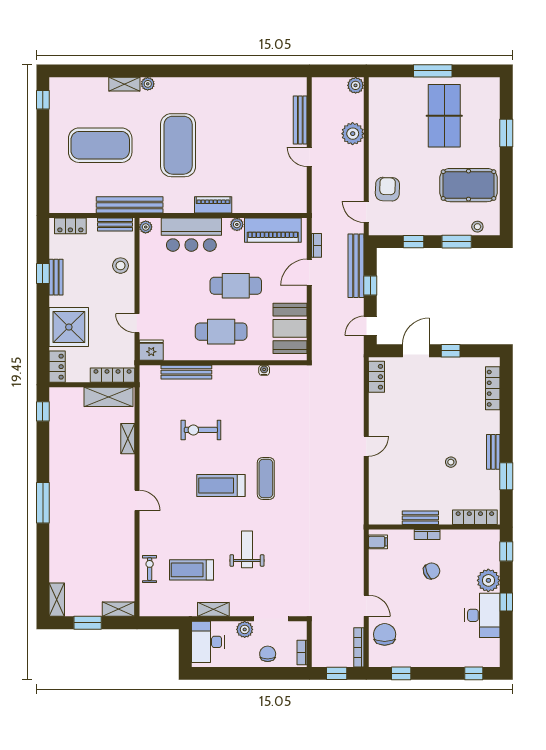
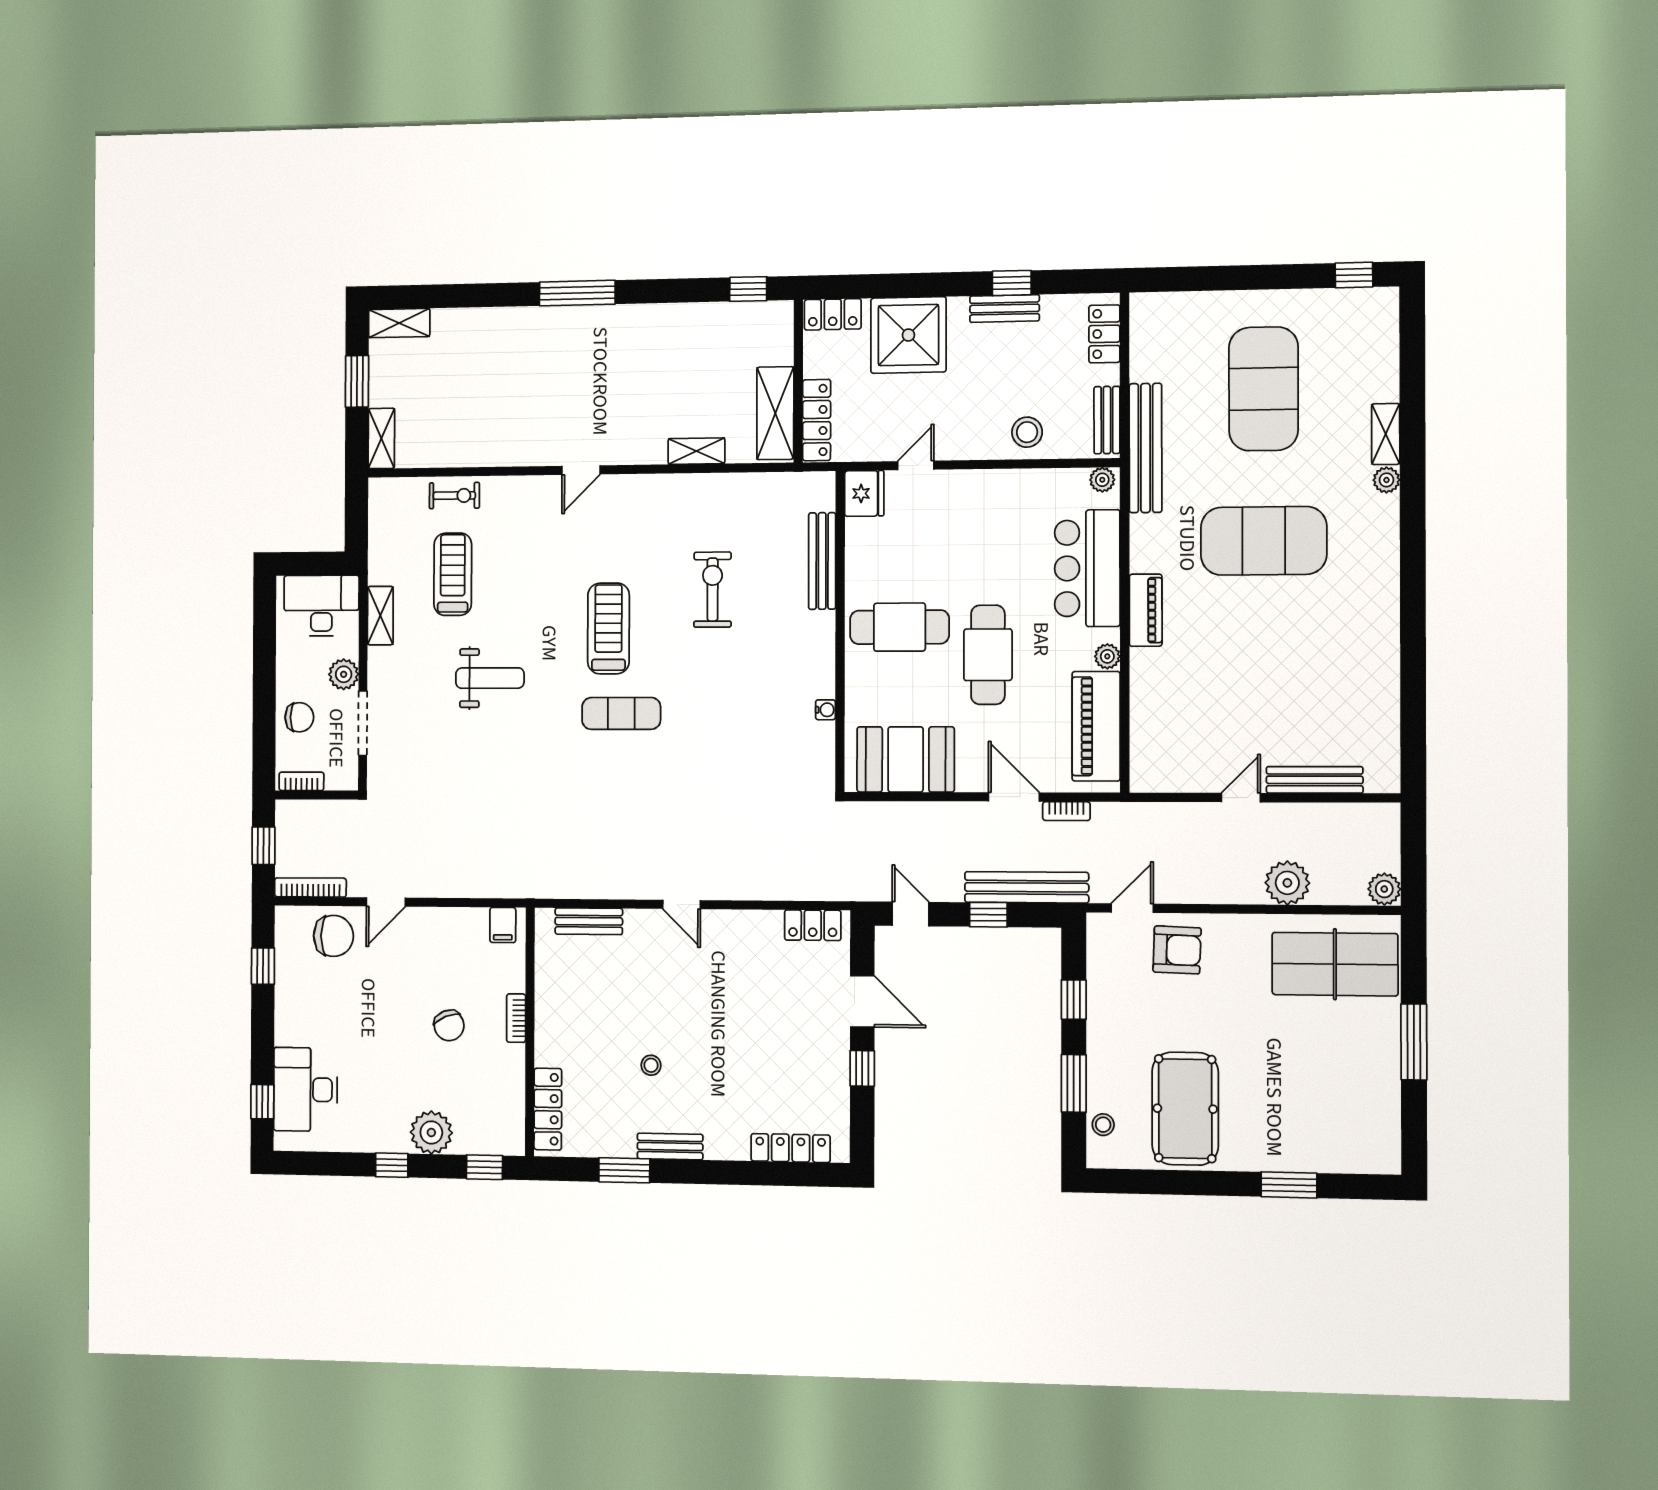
table tennis table: (444, 116) -> (1335, 964), moved
cafe table: (221, 332) -> (900, 627), turned 90
bench: (420, 518) -> (589, 921), moved, turned 90
desk: (482, 615) -> (305, 1089), moved, turned 90

